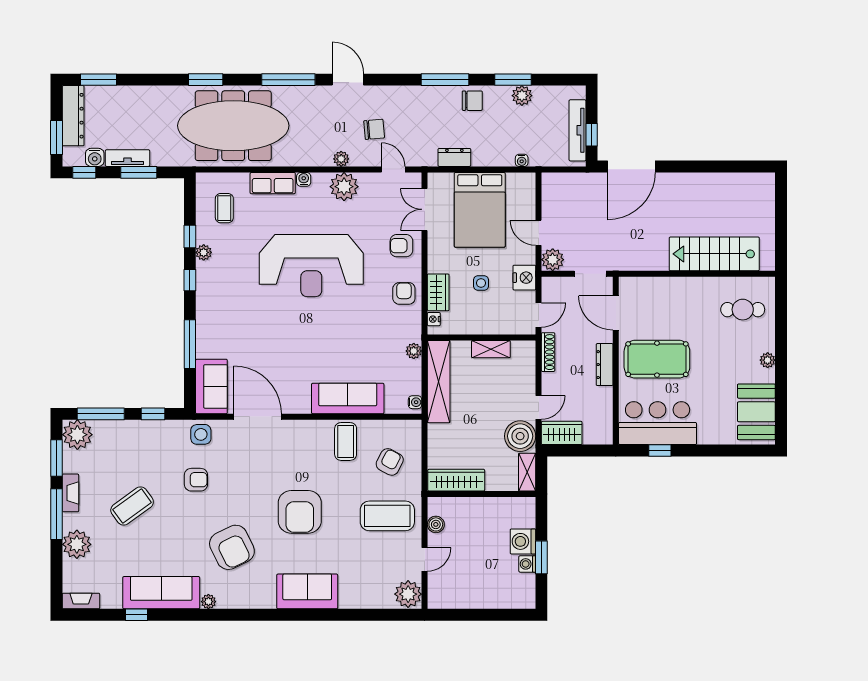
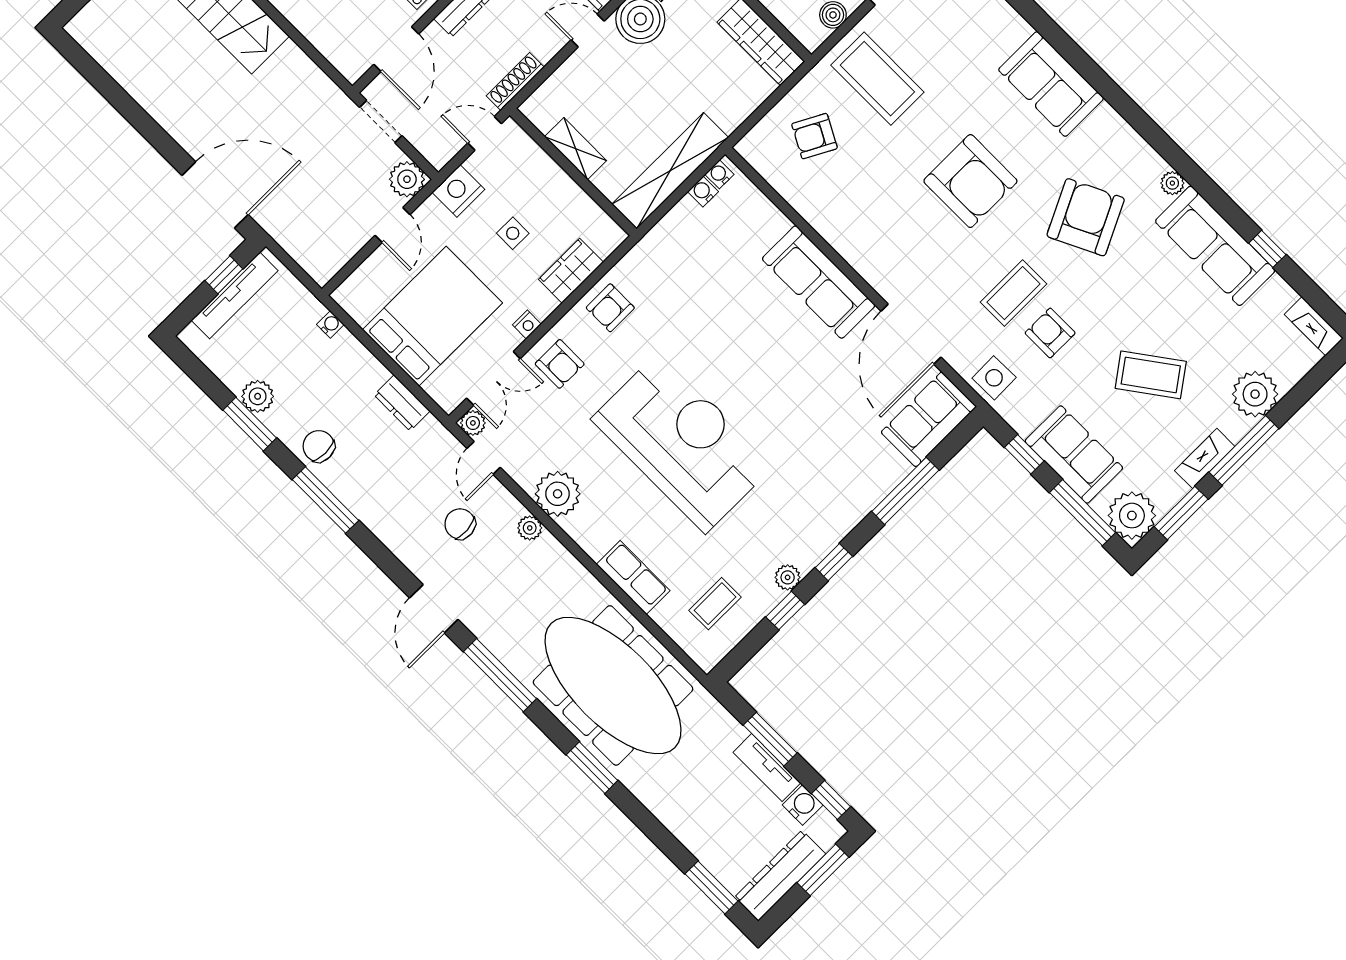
water cooler: (304, 179) -> (703, 192), moved, turned 90
nightstand: (434, 319) -> (527, 324), moved
plant: (414, 351) -> (473, 423), moved
sofa: (348, 398) -> (819, 282), moved
sofa: (131, 436) -> (1074, 454), added
coffee table: (346, 441) -> (1013, 293), moved
armchair: (300, 512) -> (970, 181), turned 90

